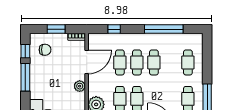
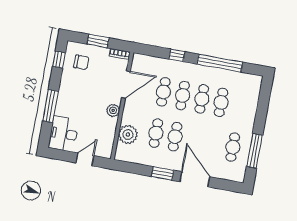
window: (114, 29) -> (177, 55), moved
cafe table: (188, 62) -> (221, 102), moved
window: (25, 77) -> (50, 106), moved

